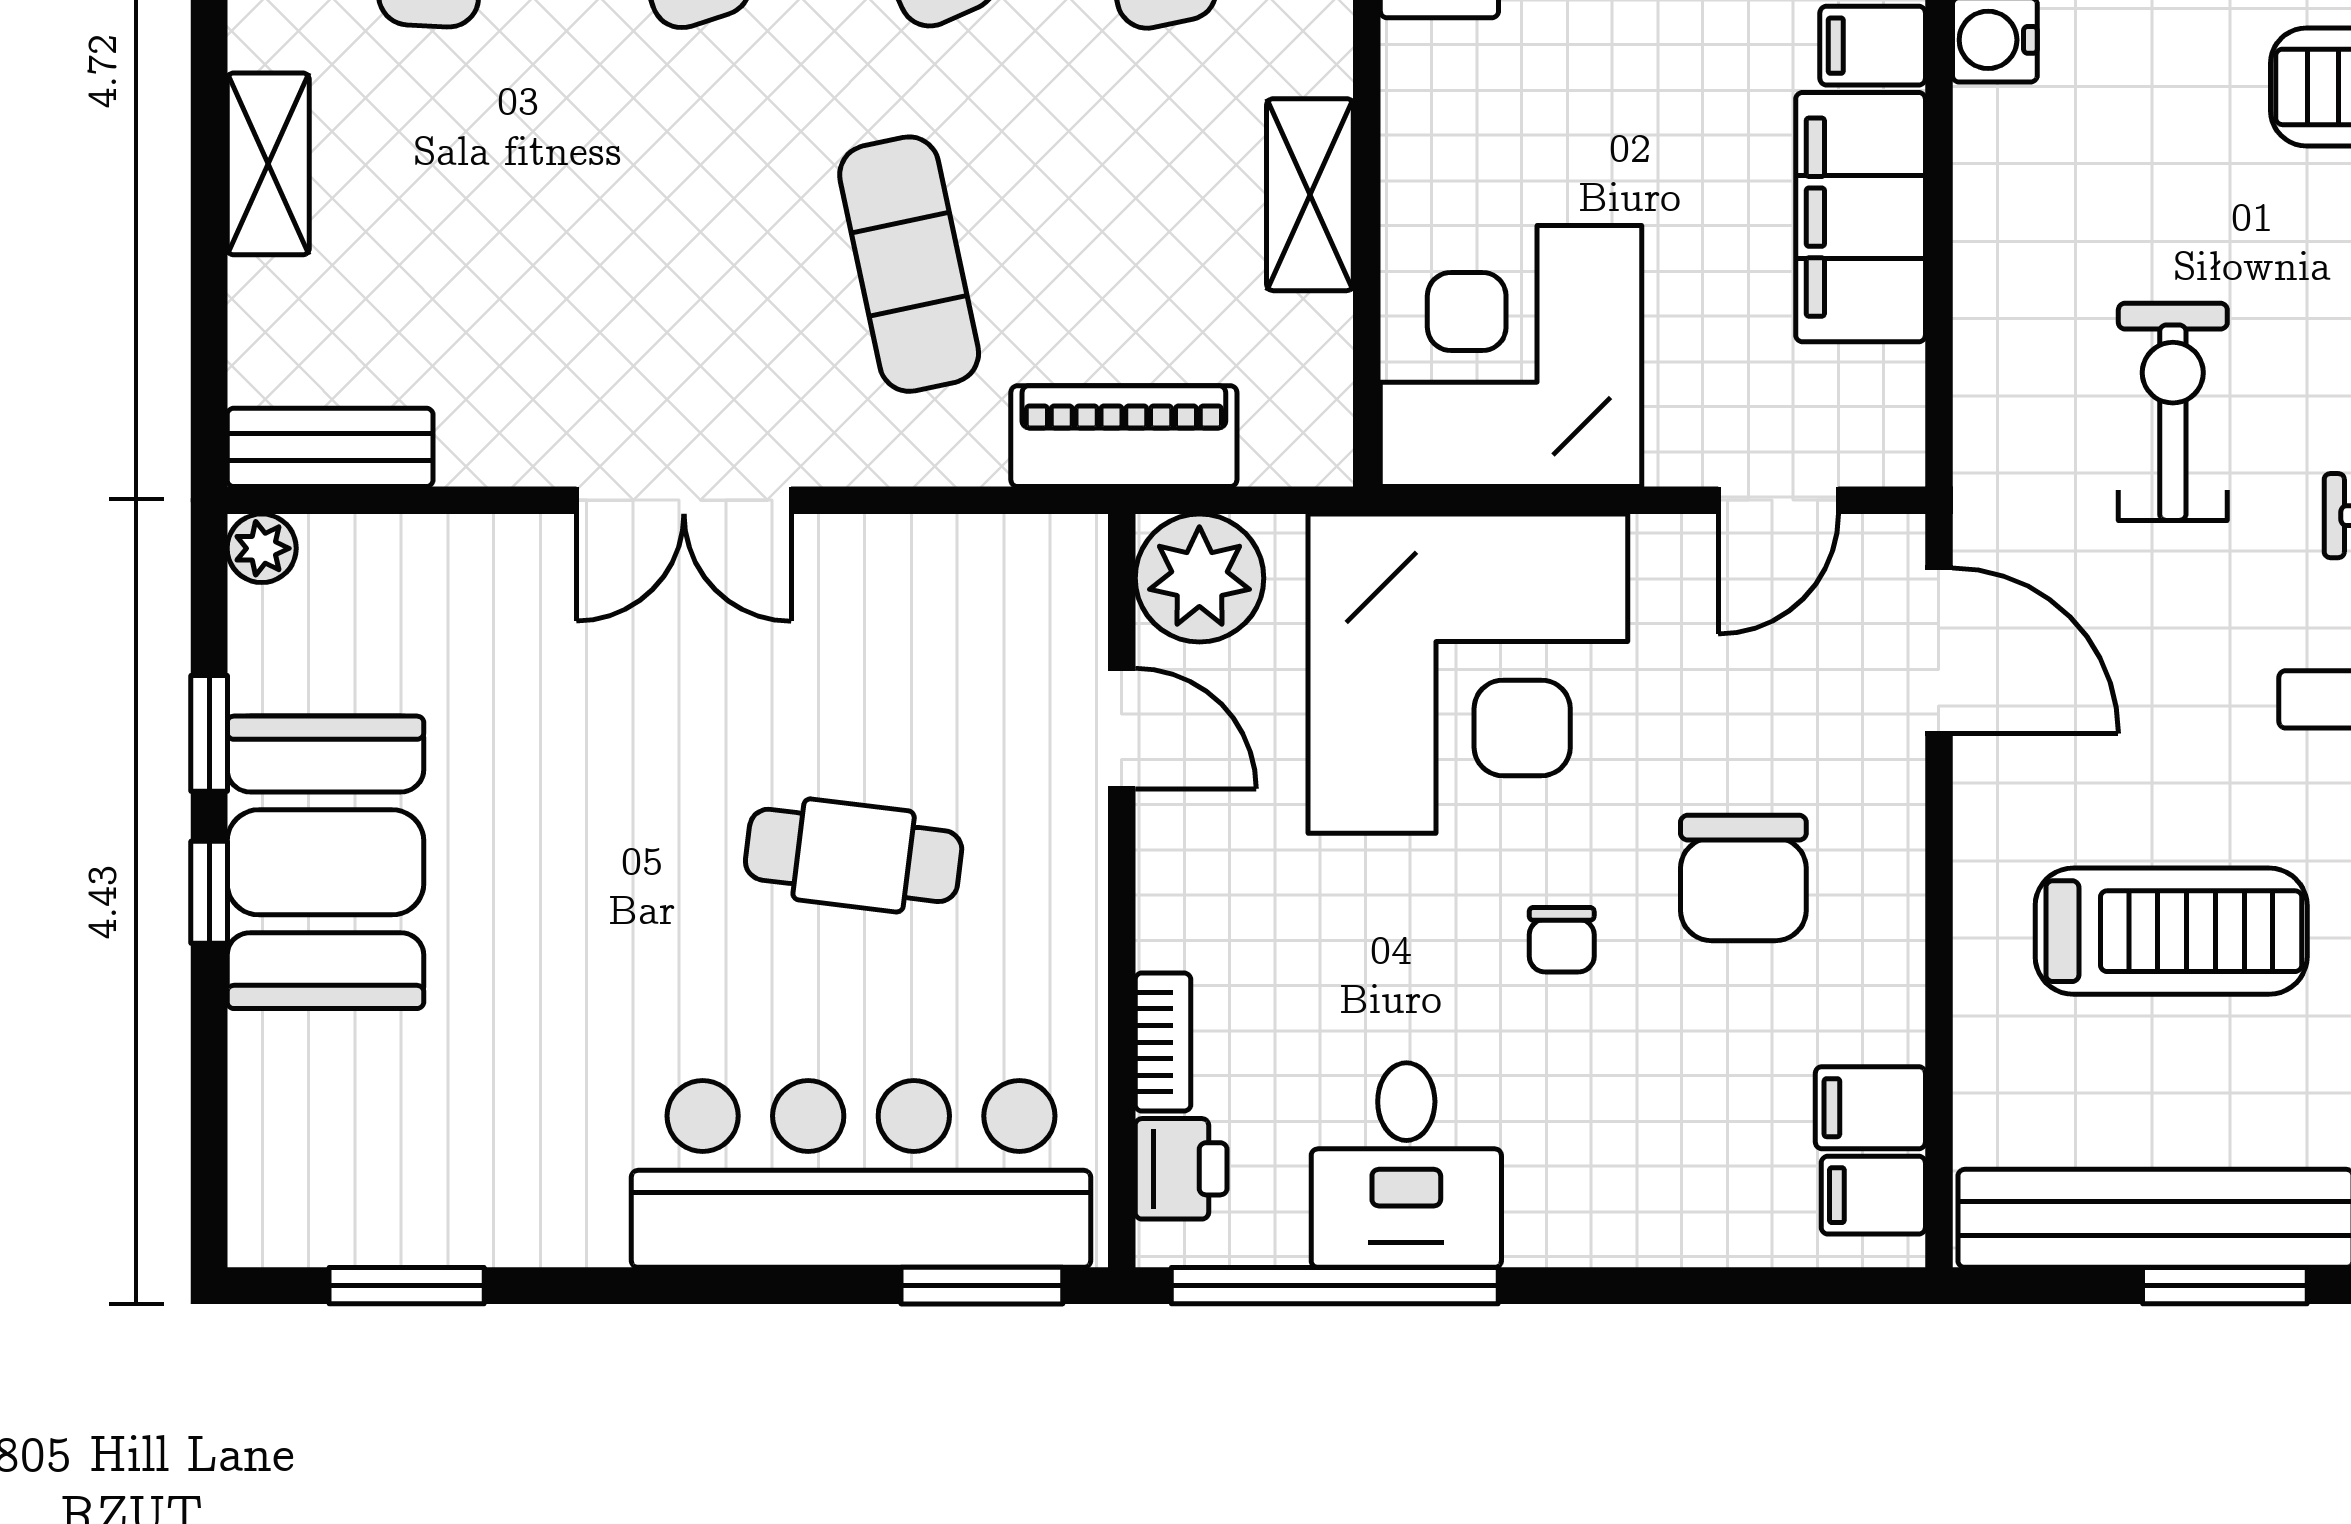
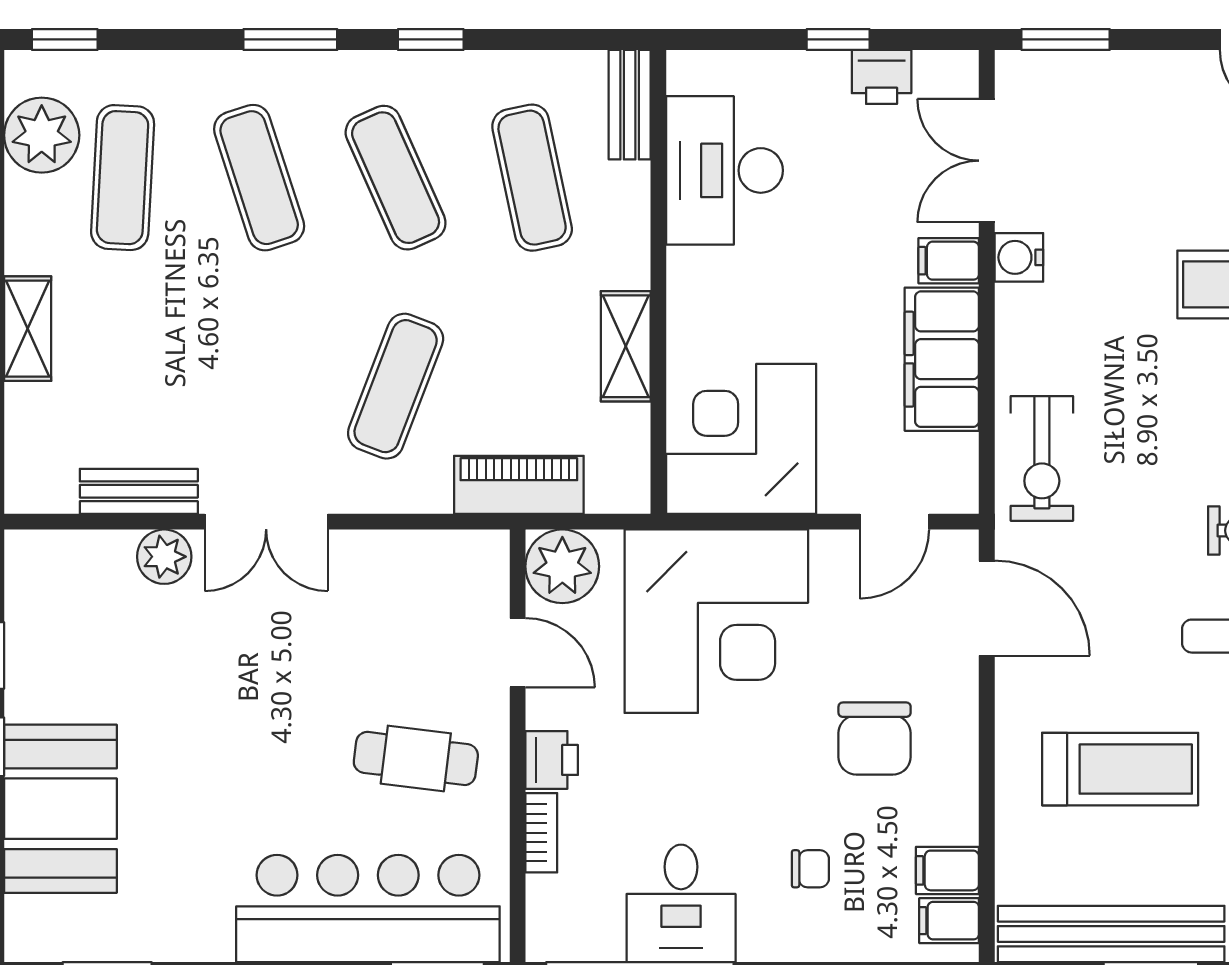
exercise mat: (909, 264) -> (396, 386), turned 33
exercise bike: (2173, 412) -> (1042, 458), moved, turned 180
bench: (330, 447) -> (139, 491), moved
plant: (262, 548) -> (164, 557), moved, width x1.38, depth x1.38
cafe table: (854, 855) -> (416, 758), moved
booth: (325, 862) -> (60, 809), moved
chair: (1562, 940) -> (810, 869), moved, turned -90
printer: (1181, 1169) -> (552, 760), moved

